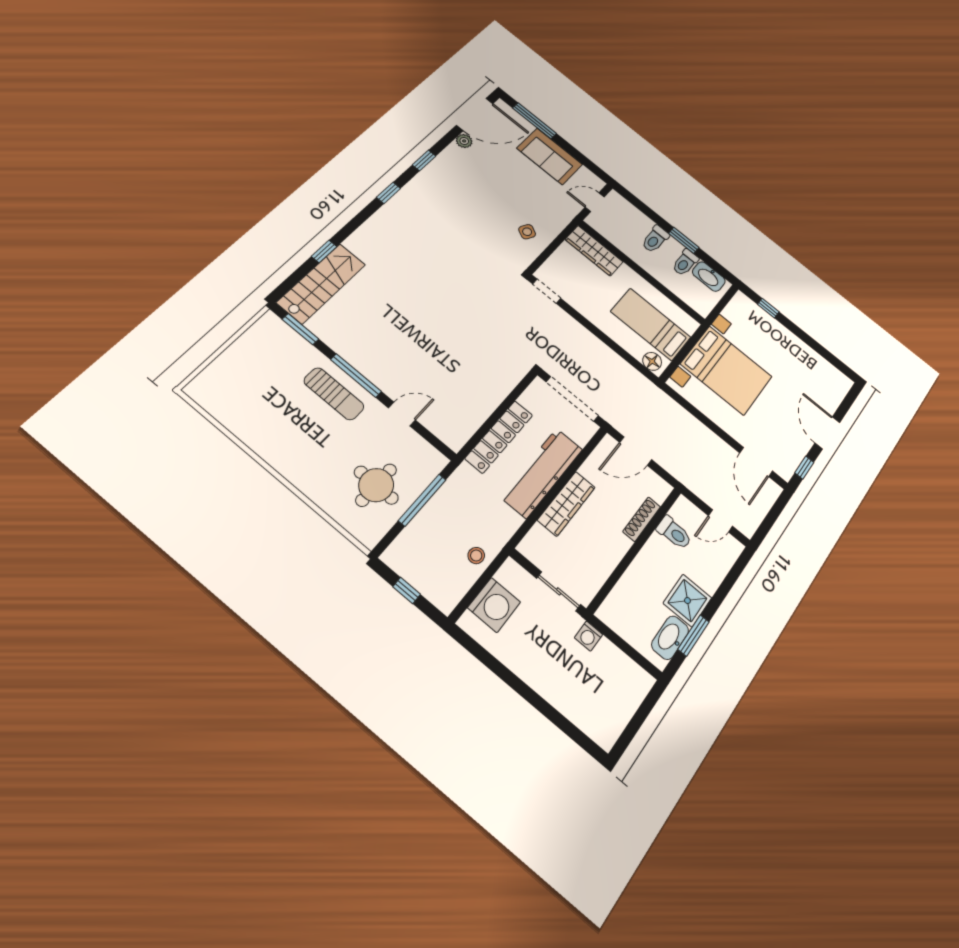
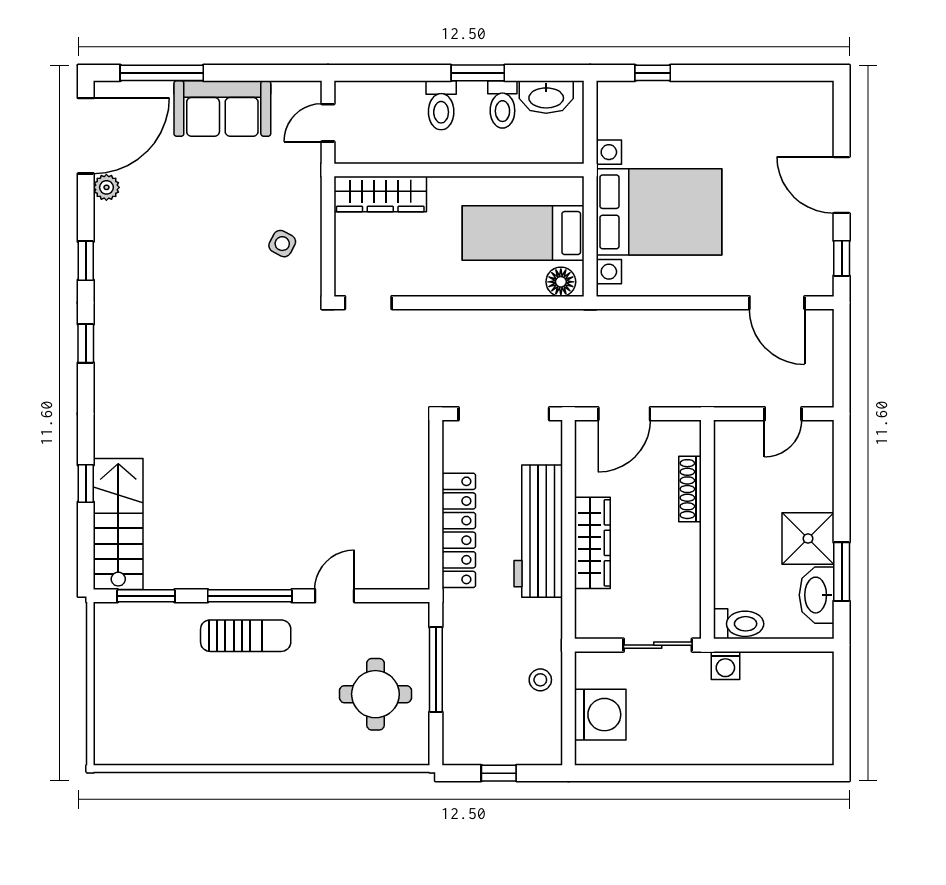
toilet: (674, 533) -> (739, 624), moved

